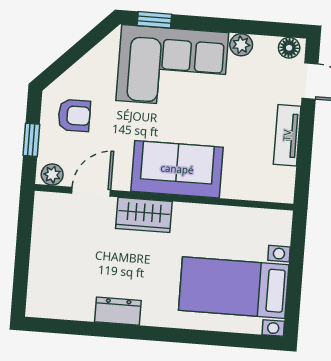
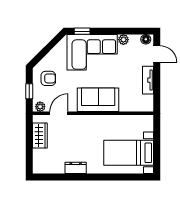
wardrobe: (144, 215) -> (40, 135), moved, turned -90

